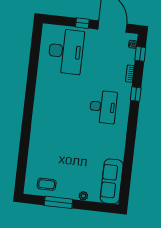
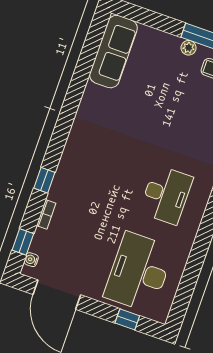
window: (82, 23) -> (127, 319), moved
desk: (103, 107) -> (166, 195), moved, turned 180
plant: (83, 196) -> (189, 48), moved

